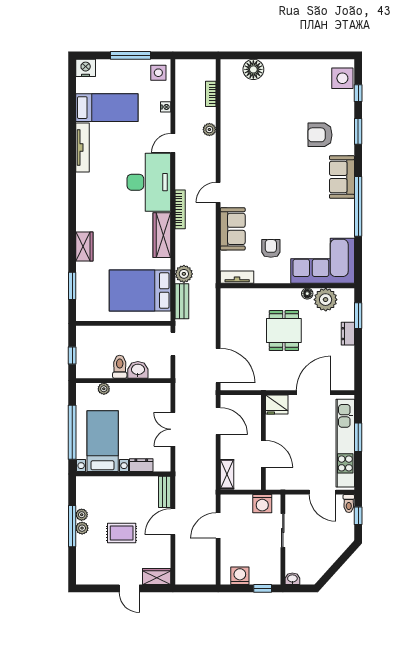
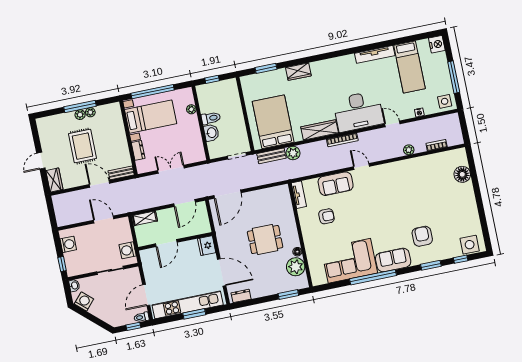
corner sofa: (323, 261) -> (349, 261), moved, turned -90
dresser: (348, 334) -> (241, 296), moved
rug: (122, 533) -> (82, 146), width x1.36, depth x1.43
washing machine: (315, 571) -> (84, 302), added

